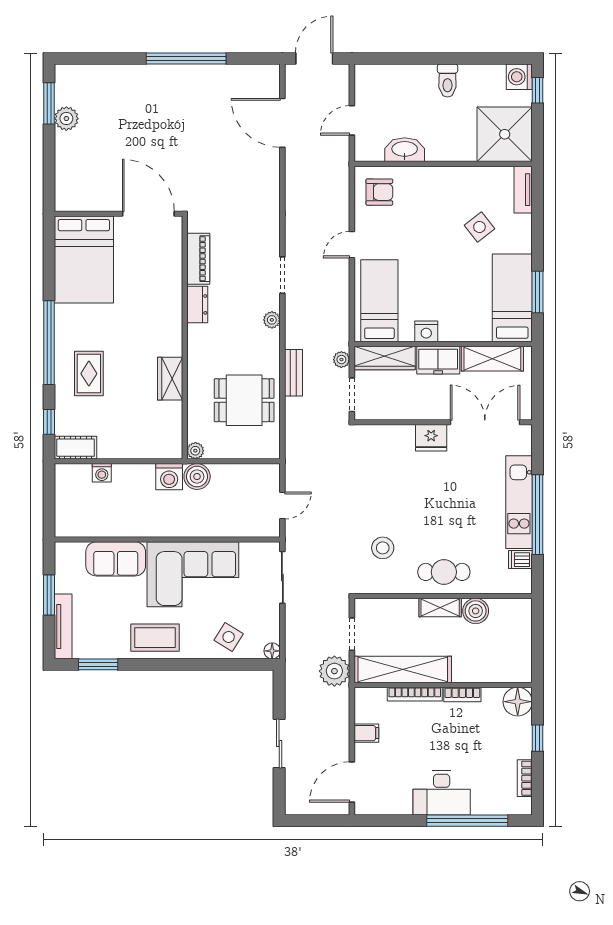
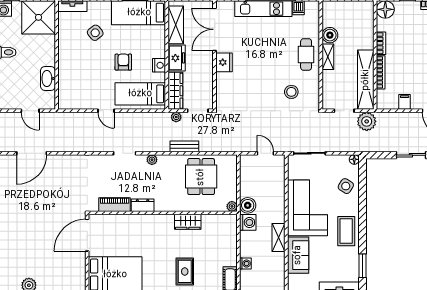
armchair: (379, 192) -> (123, 62), moved
rug: (89, 374) -> (185, 271), turned 90
shelving: (144, 527) -> (279, 237), added

